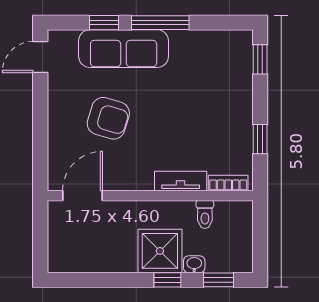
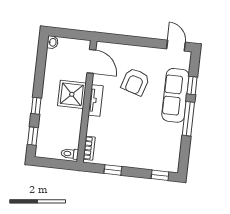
tv unit: (181, 181) -> (96, 100), moved
toilet: (205, 214) -> (70, 154), moved
shower: (160, 251) -> (72, 94), moved
washbasin: (194, 264) -> (52, 42), moved

